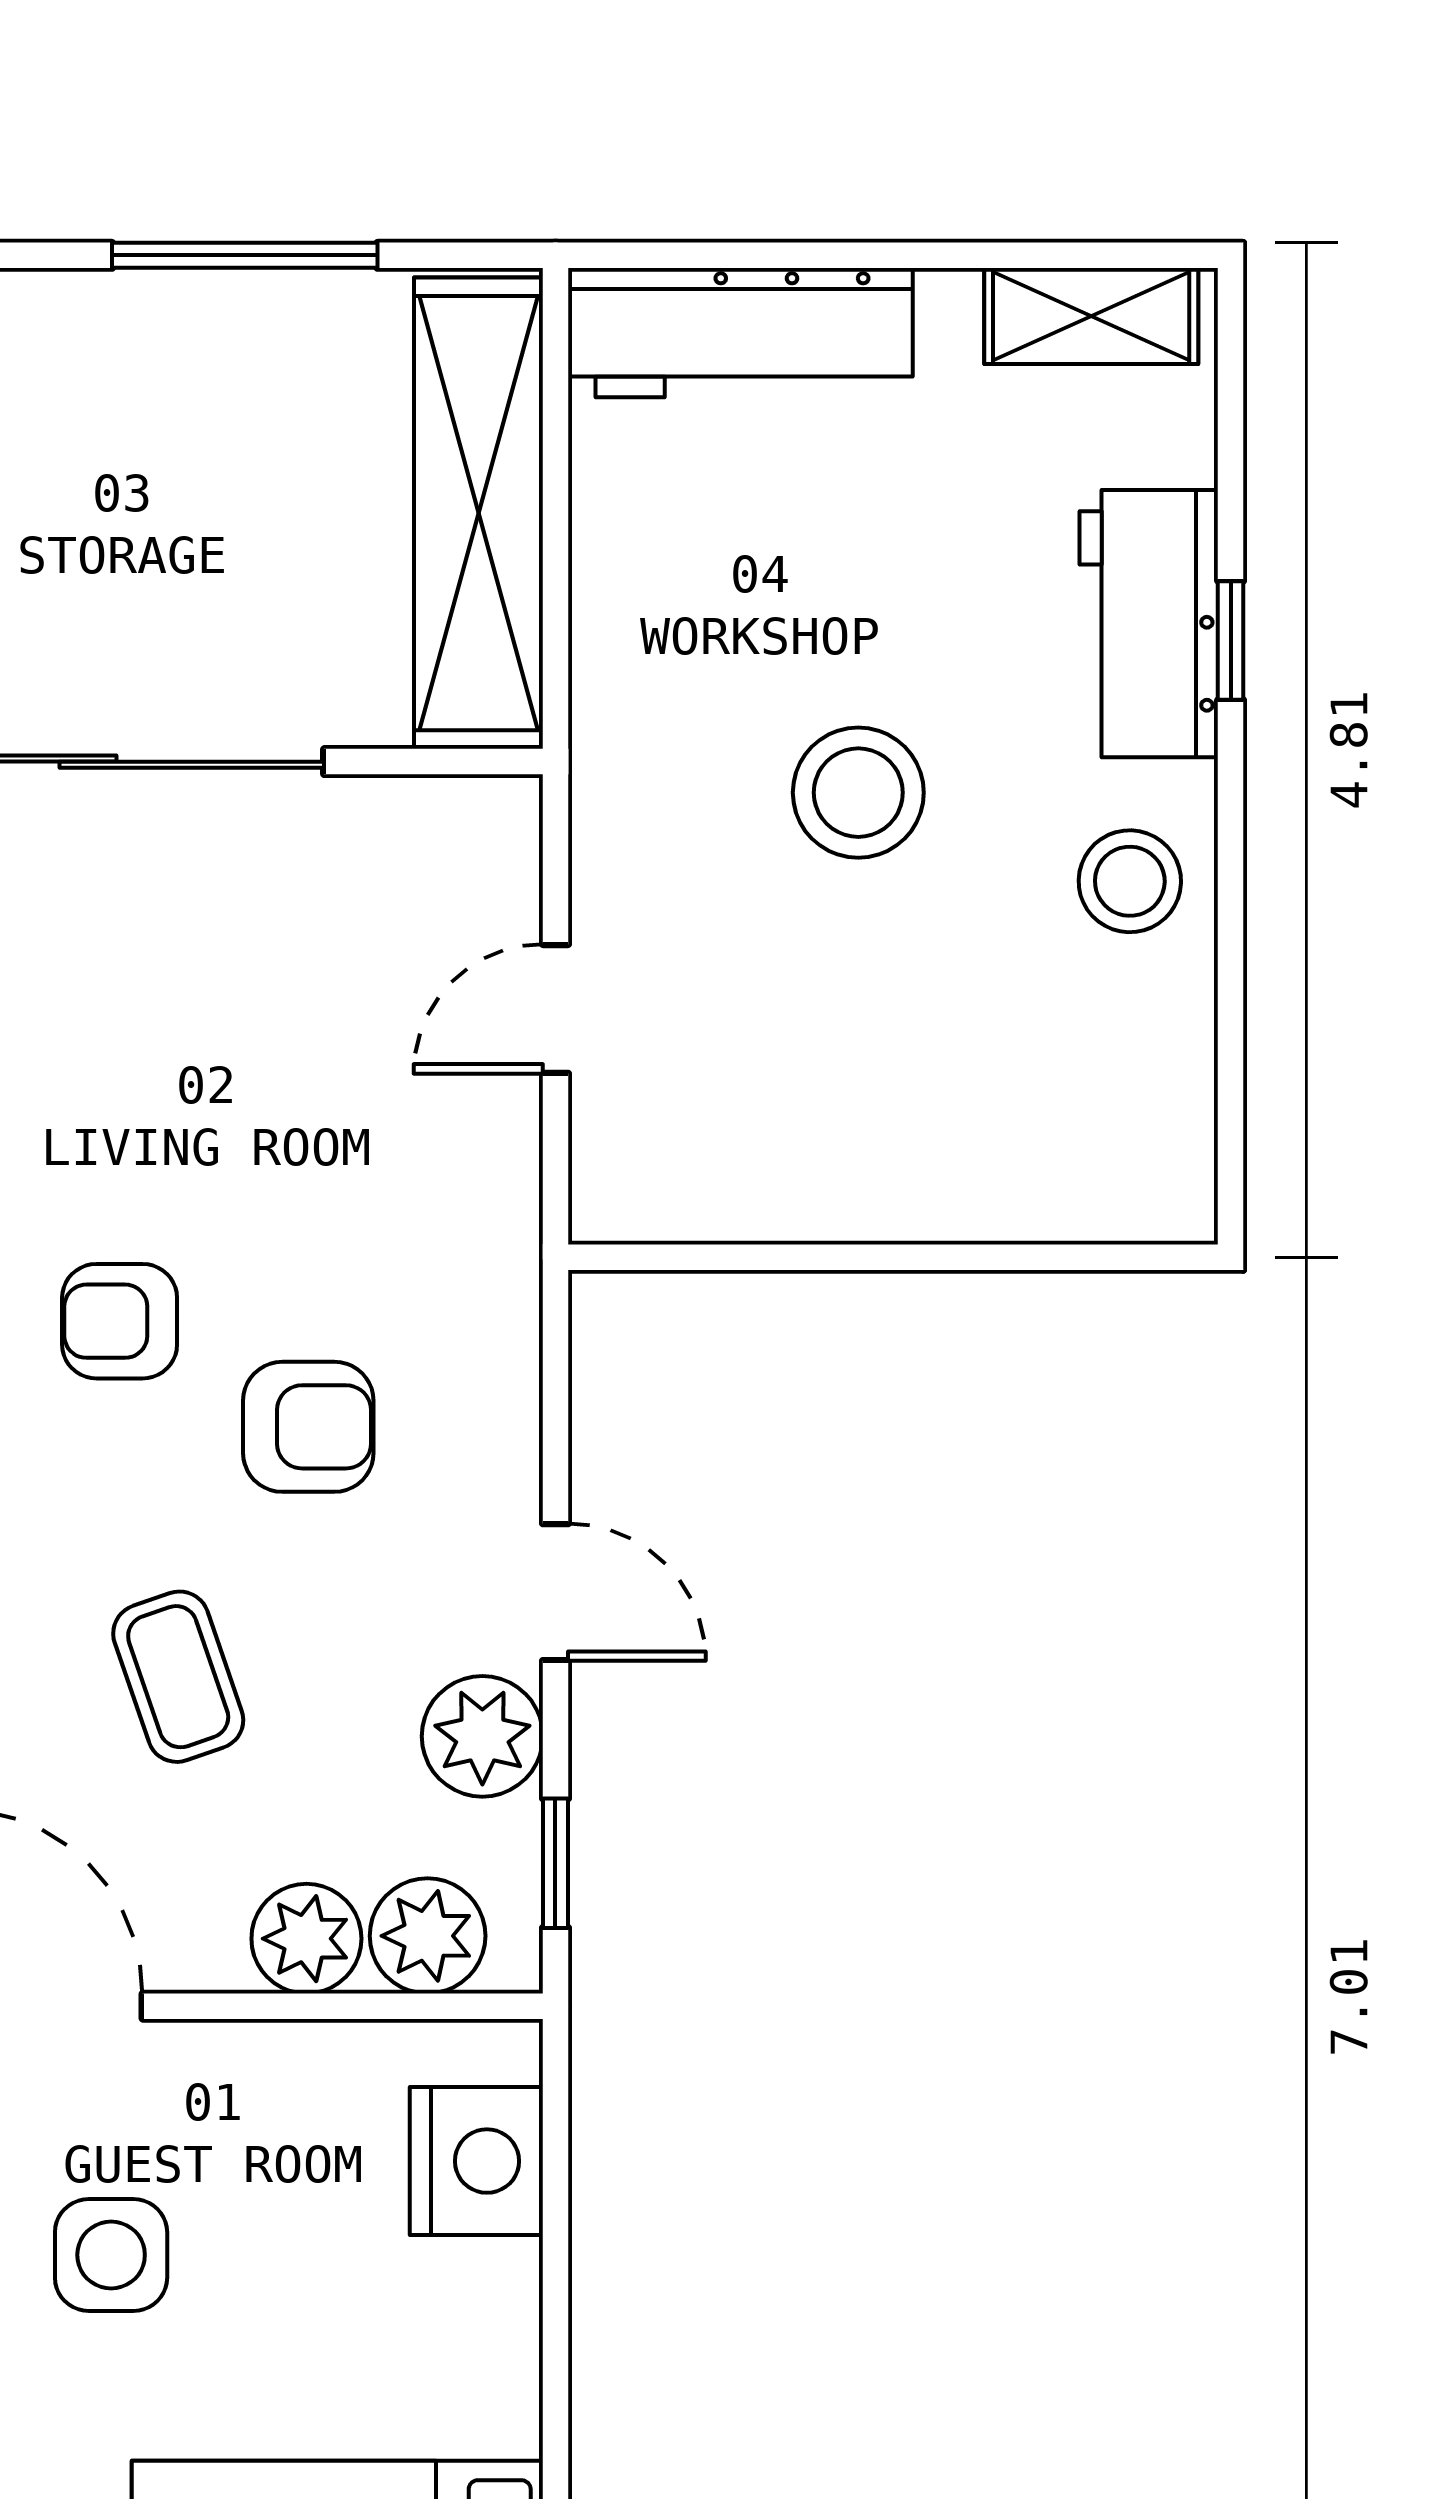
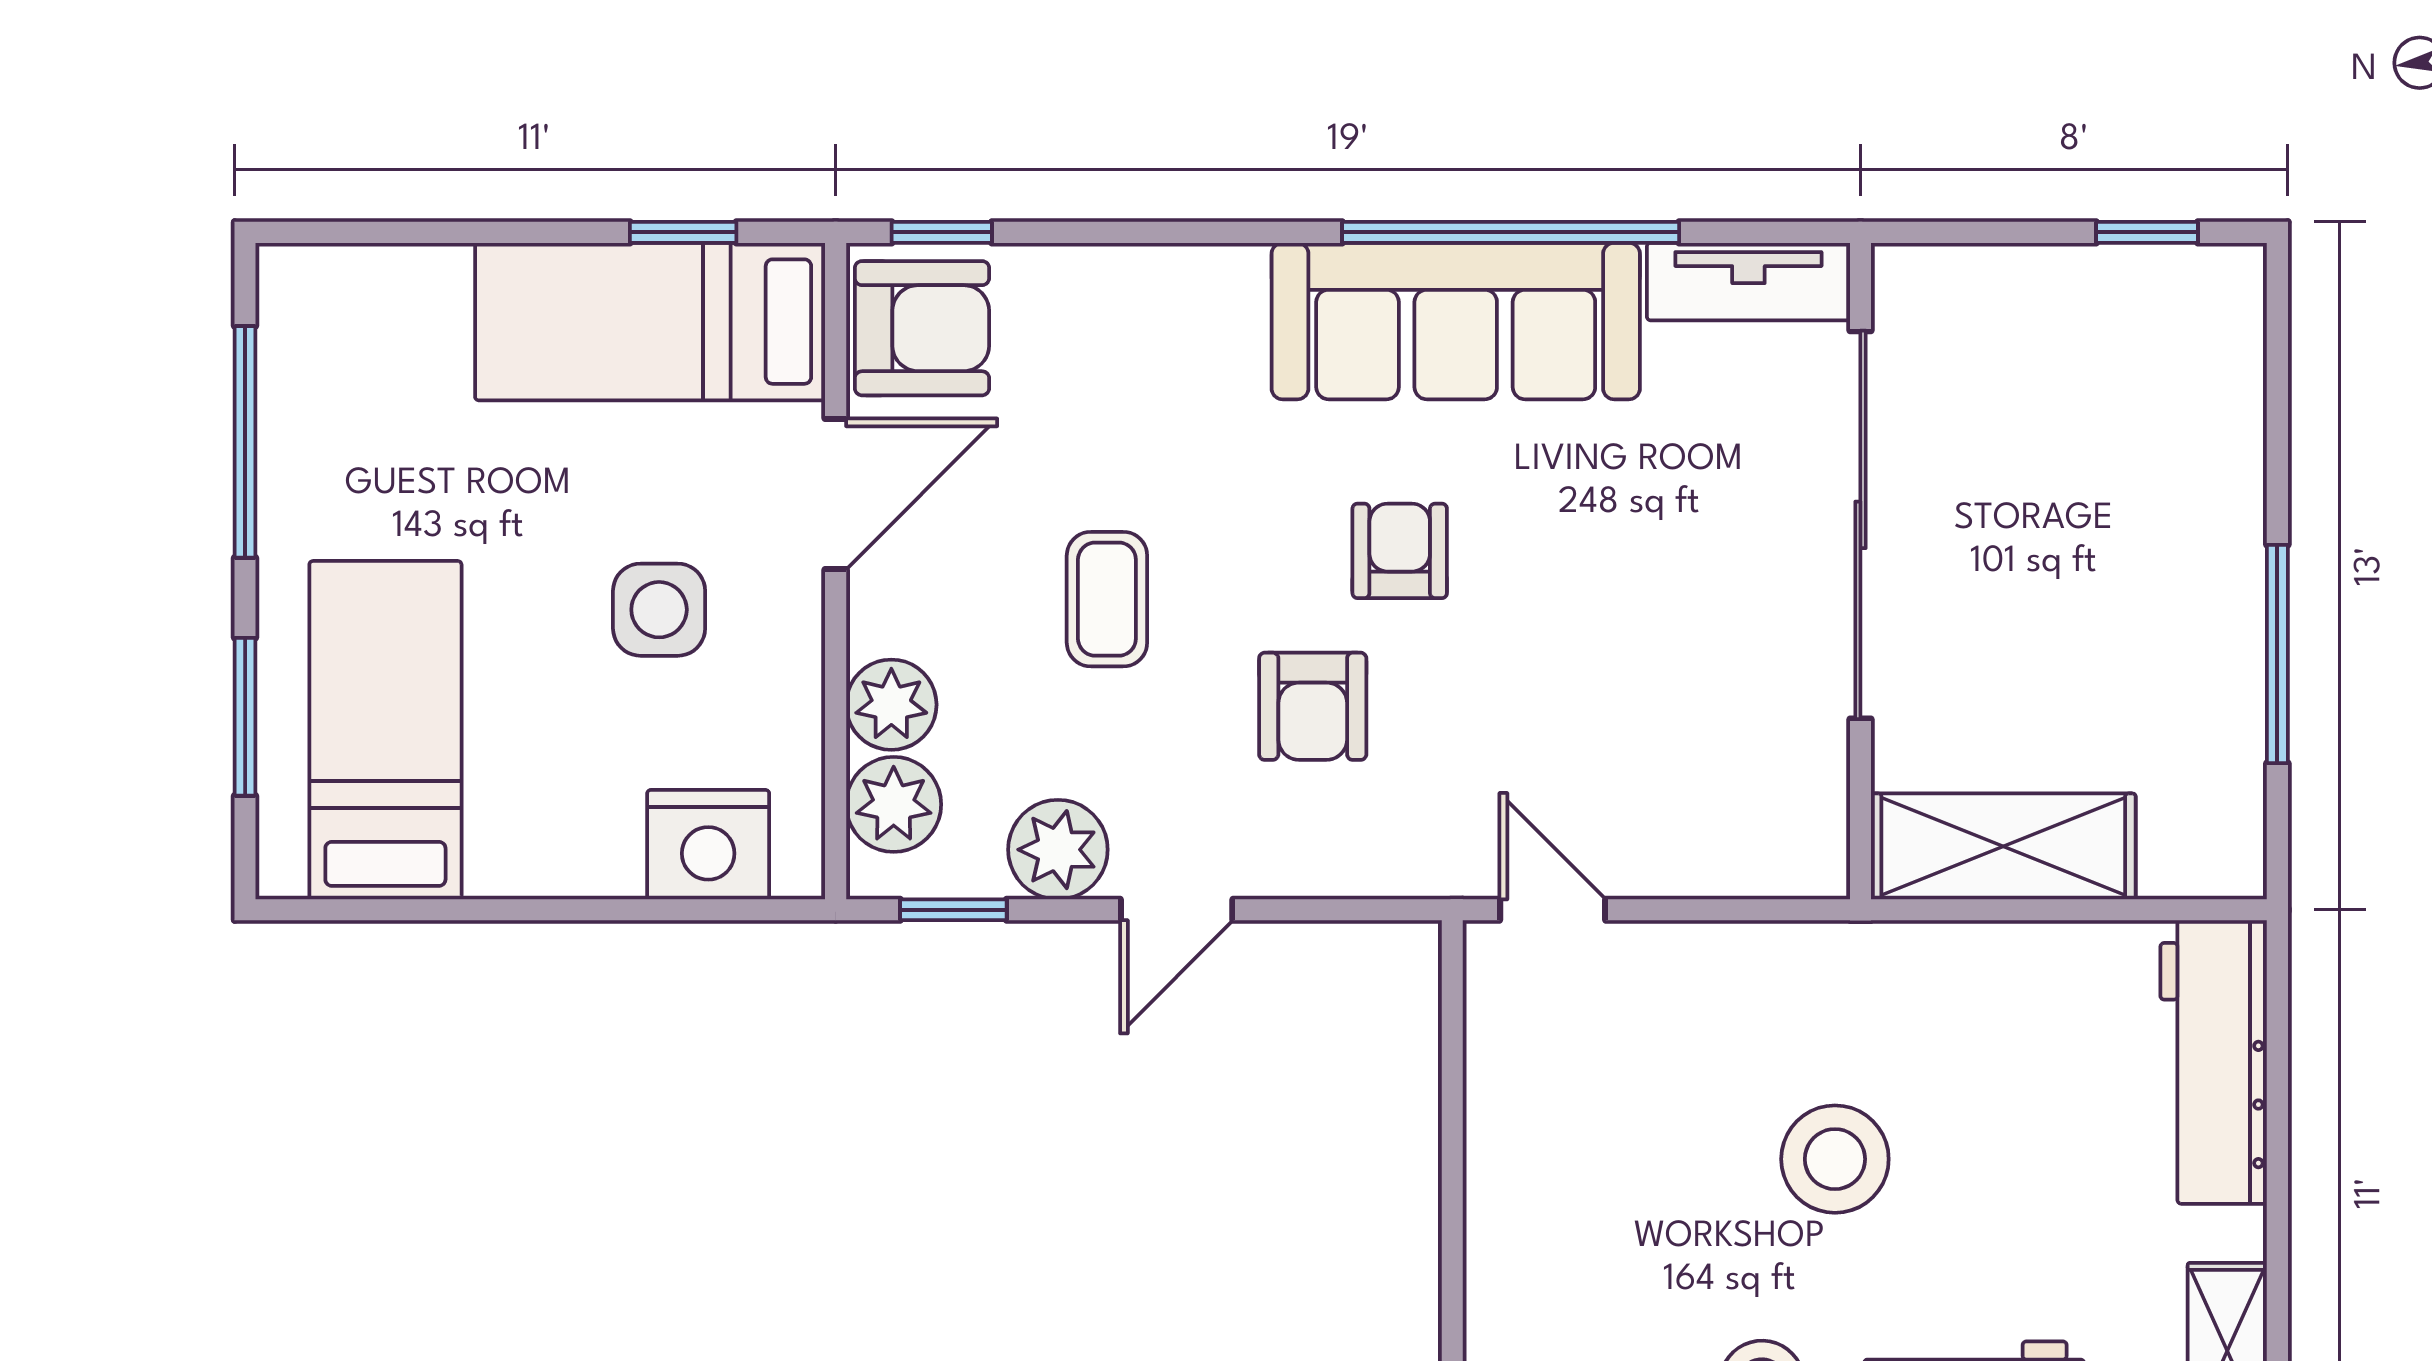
shelving: (479, 513) -> (2003, 846), width x0.68
door: (555, 1009) -> (1553, 910), moved
coffee table: (178, 1677) -> (1107, 599), turned -71
side table: (111, 2255) -> (659, 610), moved

